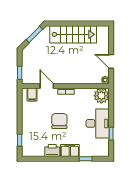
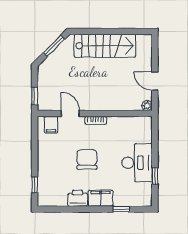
plant: (101, 96) -> (142, 126), removed

